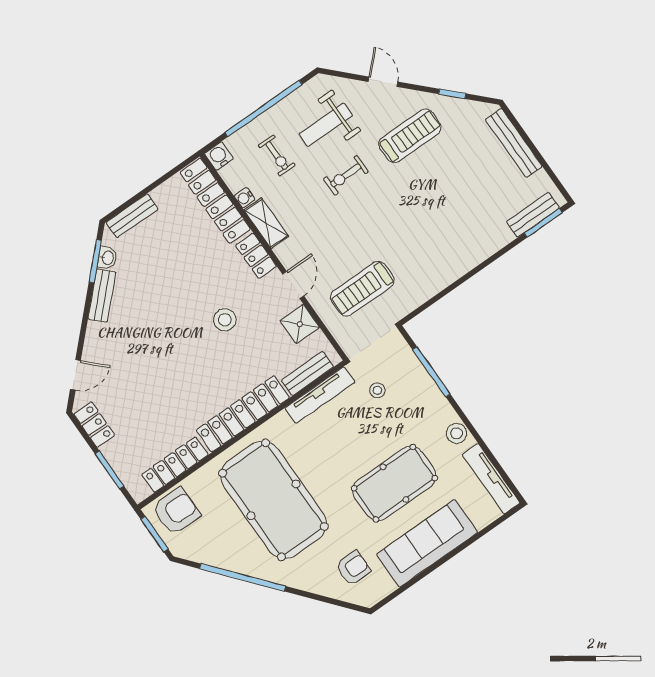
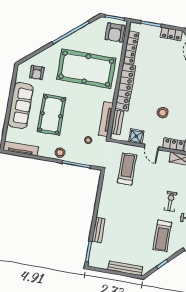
bench: (533, 215) -> (98, 230), moved
stool: (457, 433) -> (60, 153), moved

